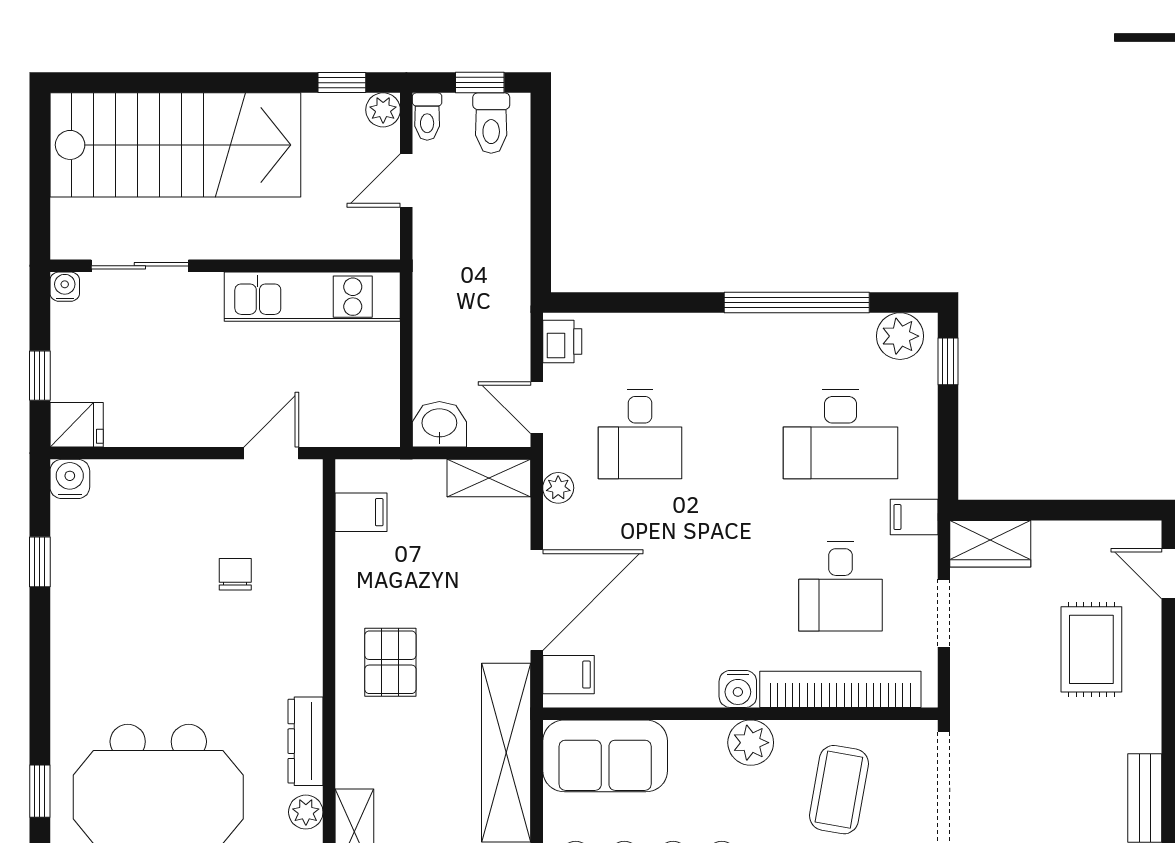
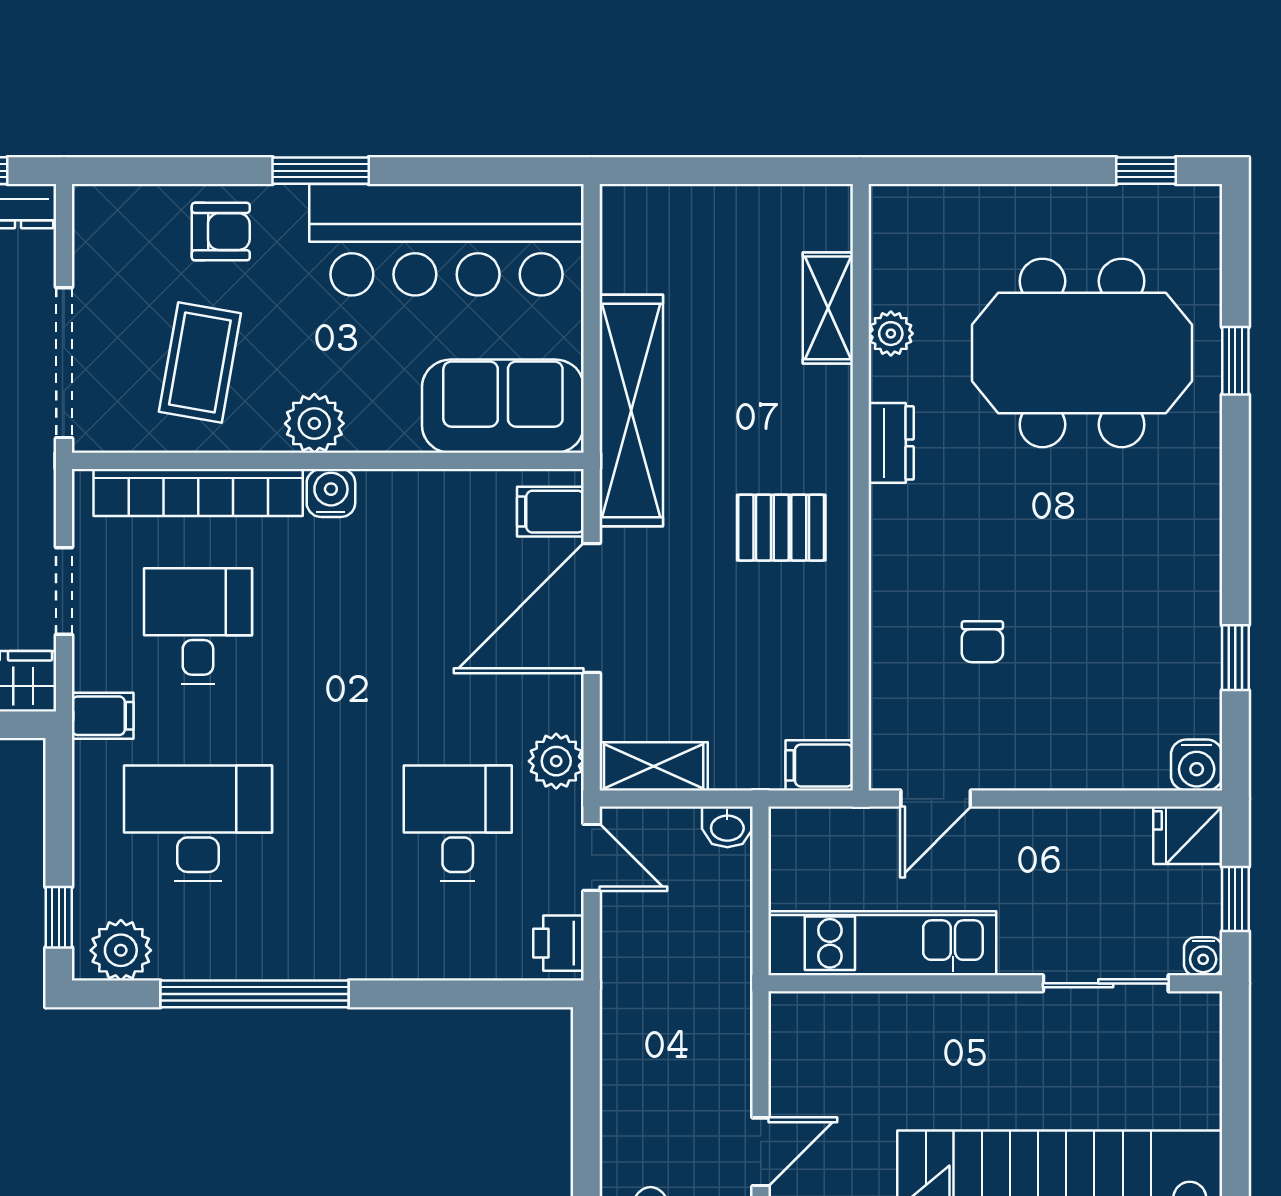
sliding door: (140, 266) -> (1106, 983), moved
wall: (225, 266) -> (995, 983), moved
water cooler: (65, 287) -> (1203, 956), moved
kitchen unit: (312, 297) -> (882, 943), moved
washbasin: (439, 424) -> (727, 827), width x0.72, depth x0.69
plant: (558, 488) -> (556, 761), width x1.38, depth x1.38
filing cabinet: (361, 512) -> (819, 765), moved
pallet: (390, 662) -> (781, 528), turned 90
dresser: (305, 741) -> (891, 443), width x0.70

